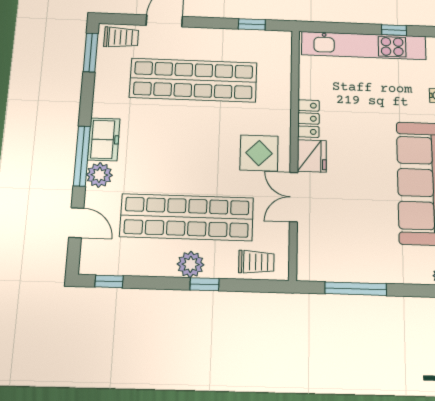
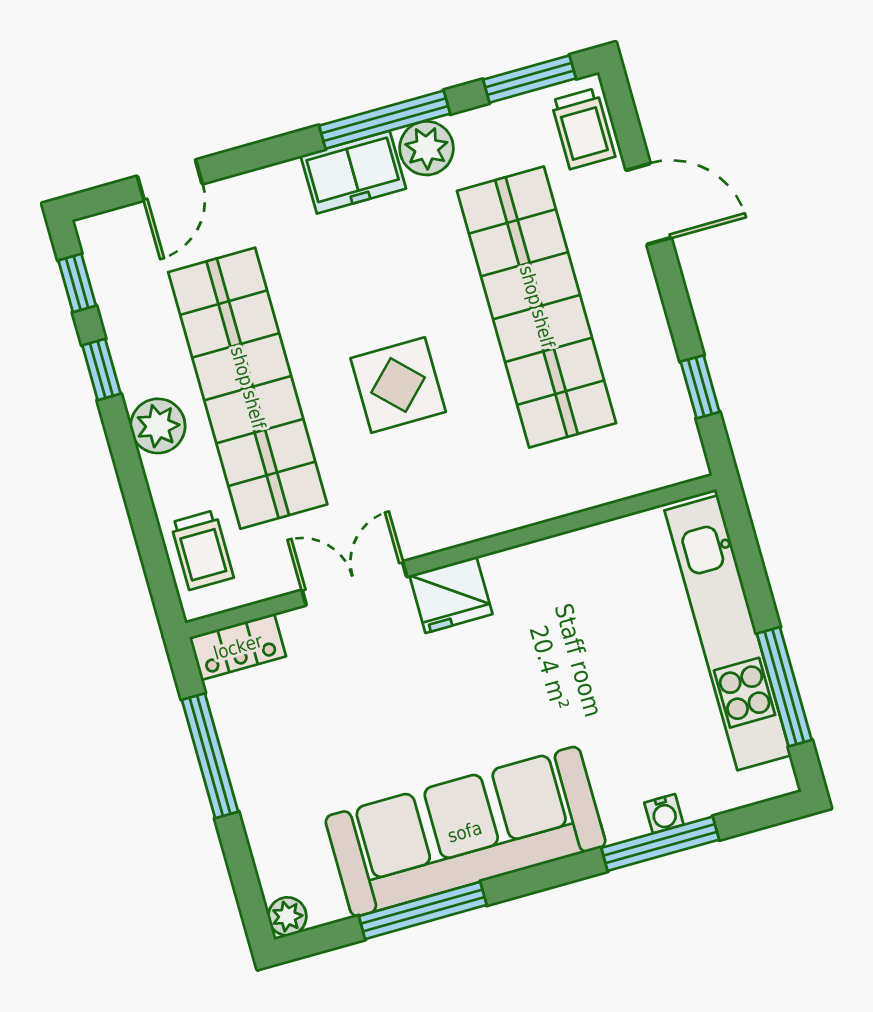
window: (394, 30) -> (784, 687), width x2.17
locker: (308, 119) -> (238, 647), moved
display table: (259, 153) -> (398, 385), moved
window: (82, 156) -> (385, 120), moved
plant: (99, 175) -> (426, 148), moved
window: (205, 284) -> (101, 370), moved

